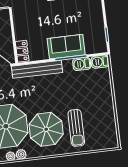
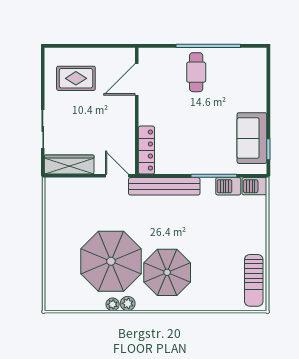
sofa: (66, 47) -> (252, 138), moved, turned -90
locker: (22, 51) -> (146, 150), width x1.53
sun lounger: (76, 128) -> (254, 280), moved

